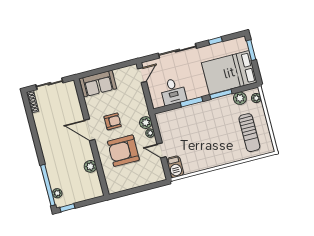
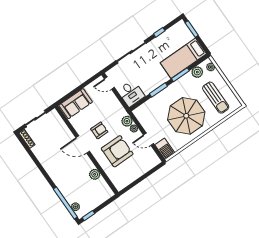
bed: (229, 73) -> (183, 58), width x0.67
door: (142, 75) -> (109, 83), swing flipped
desk: (173, 92) -> (131, 93), moved
parasol: (211, 140) -> (186, 116), added
armchair: (123, 151) -> (117, 151), turned 180

